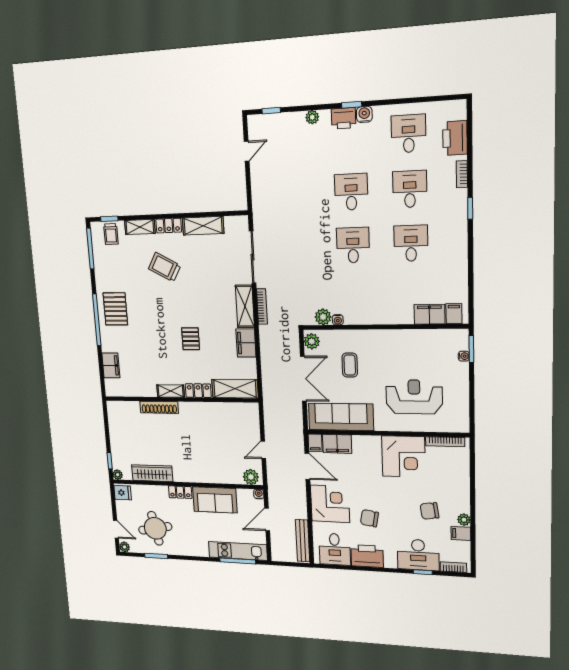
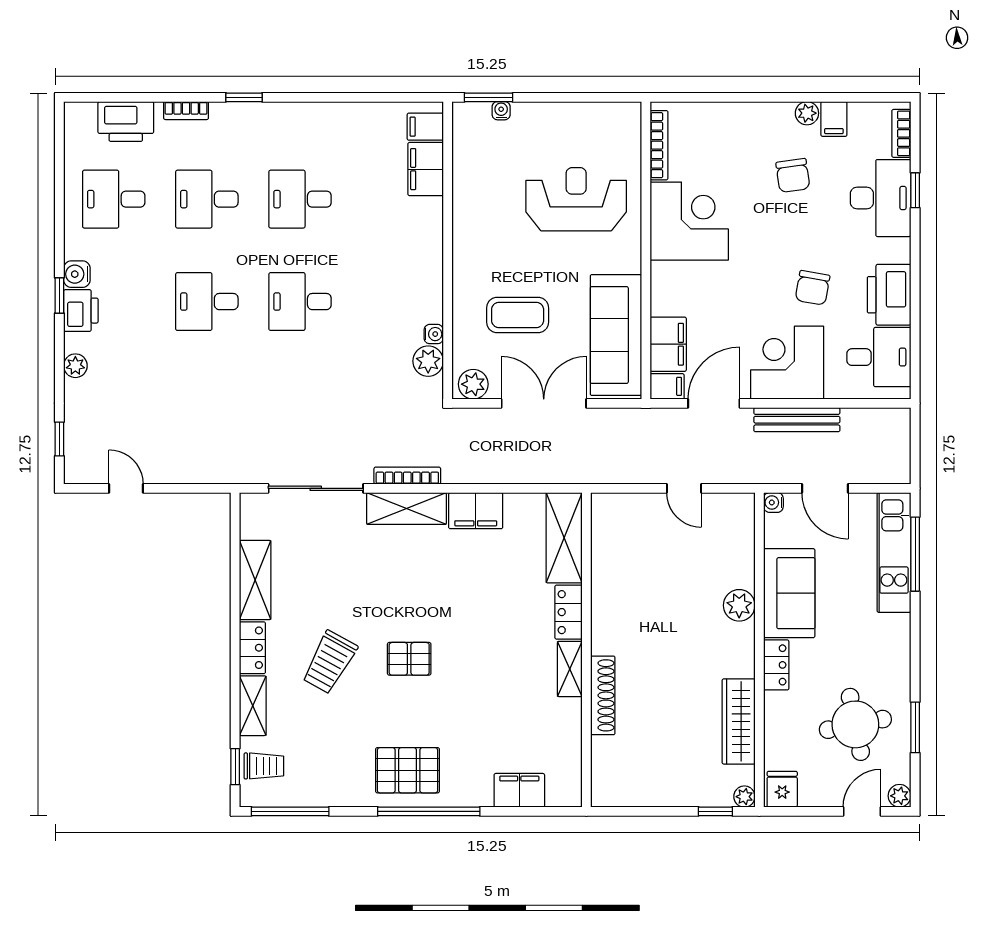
pallet: (191, 339) -> (409, 659), moved
coffee table: (350, 365) -> (518, 315), width x1.36, depth x1.30
reception desk: (414, 397) -> (576, 199), turned 90
plant: (251, 477) -> (739, 605), moved
bench: (303, 541) -> (797, 420), moved

